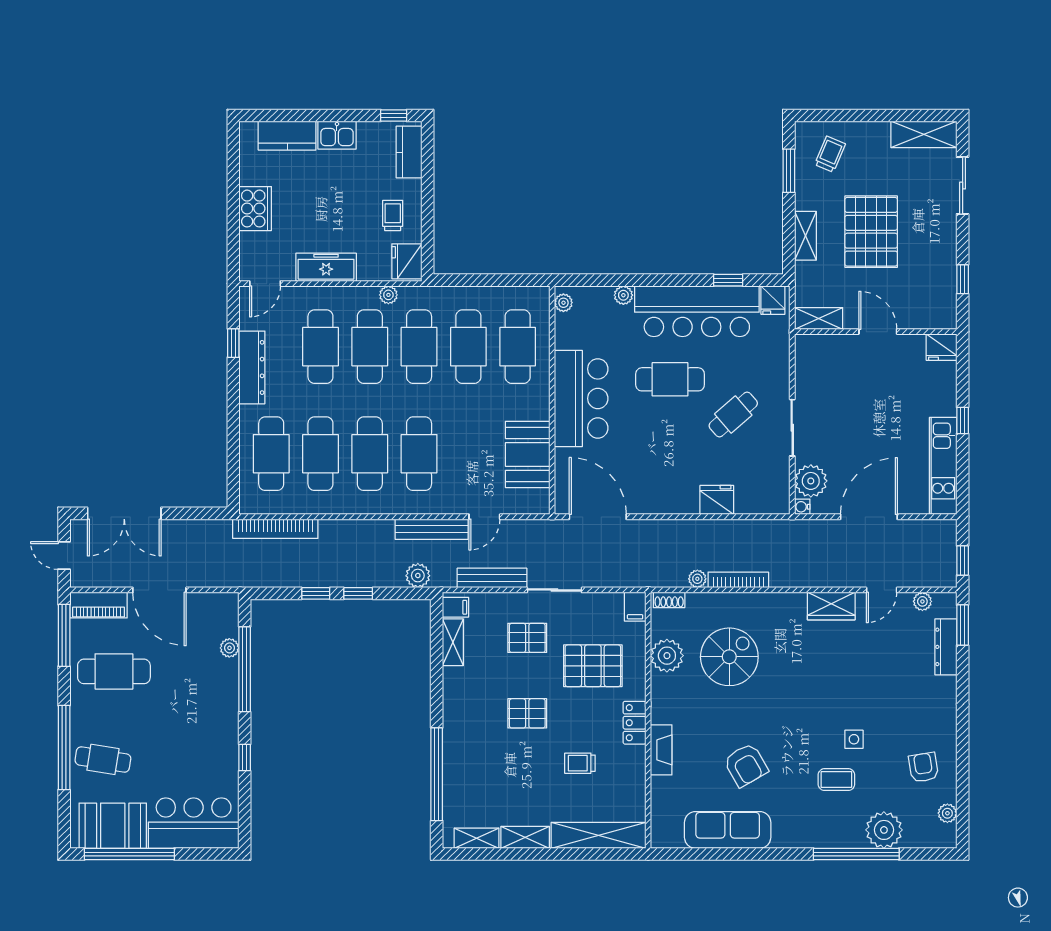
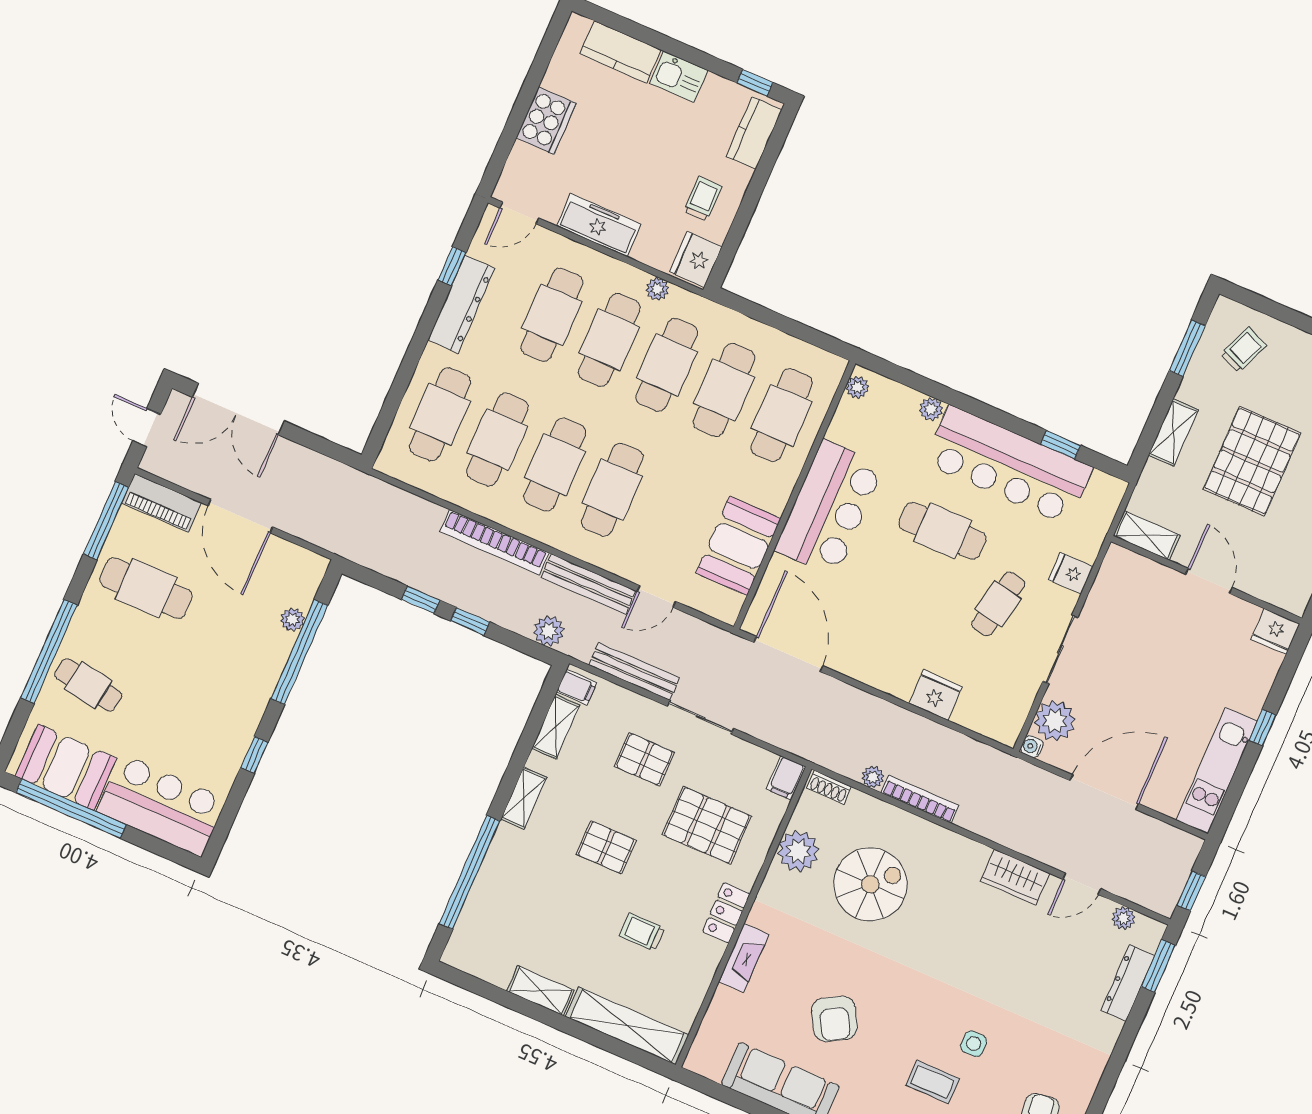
fridge: (773, 300) -> (1071, 573), moved, turned 90
cafe table: (733, 414) -> (998, 604), turned -38
bookcase: (275, 529) -> (494, 542), moved
shelving: (477, 838) -> (524, 798), moved, turned 90

